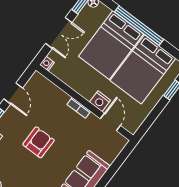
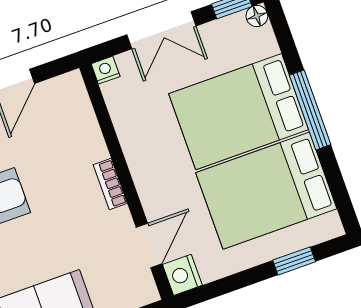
window: (139, 26) -> (310, 110), width x0.68
nightstand: (100, 101) -> (182, 275), moved

